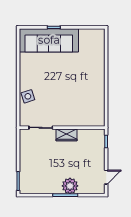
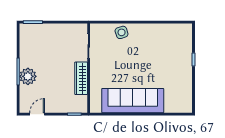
sofa: (49, 40) -> (133, 101), moved, turned 90
wardrobe: (67, 135) -> (81, 78), width x1.50
door: (106, 177) -> (37, 114), swing flipped

